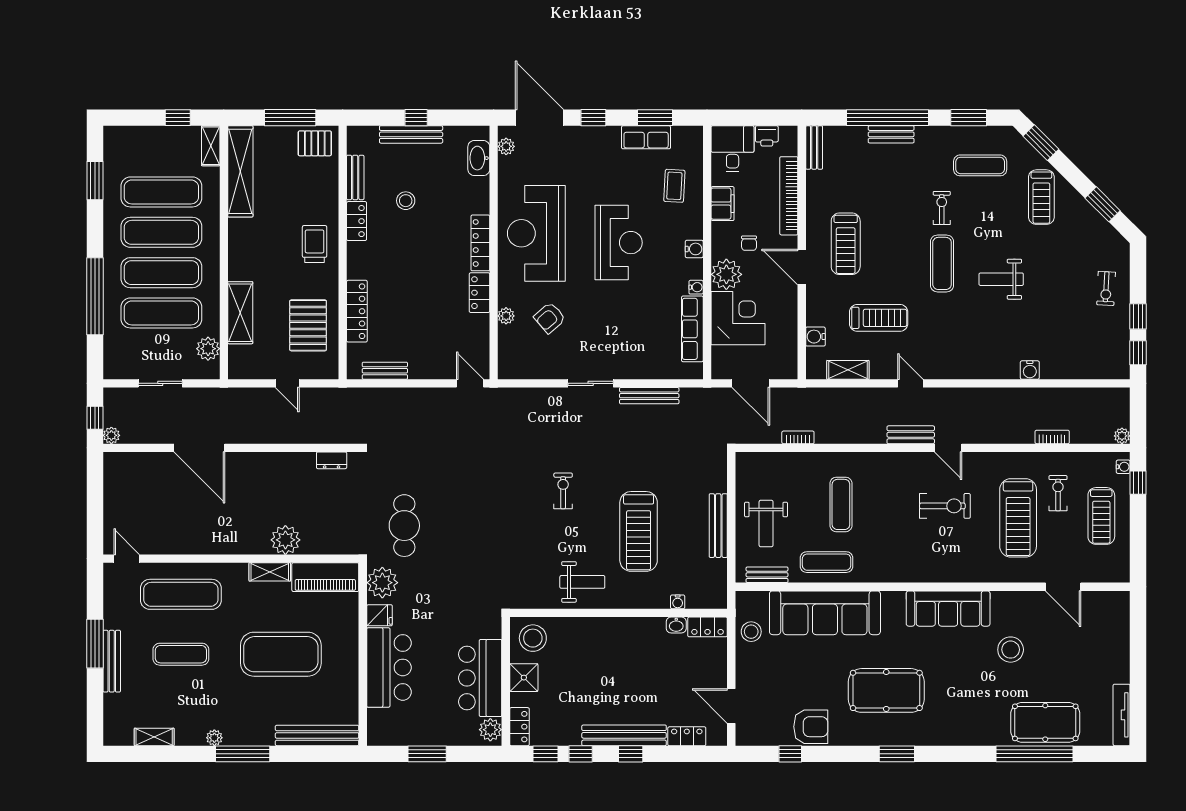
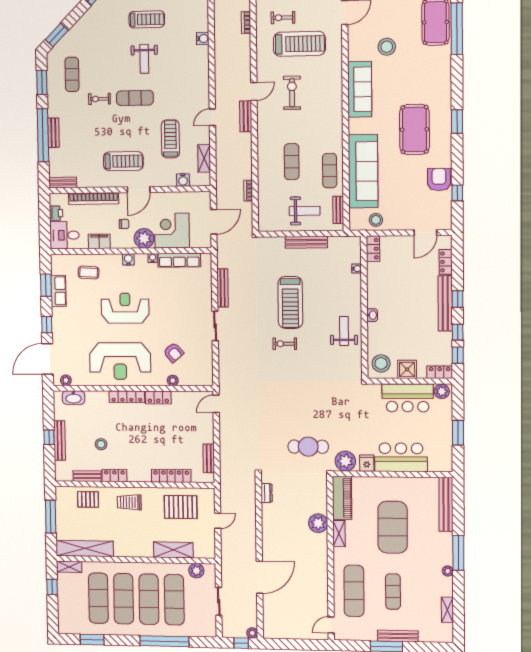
pallet: (315, 143) -> (88, 499), moved, turned 90
treadmill: (1041, 197) -> (147, 19), moved
exercise mat: (841, 504) -> (292, 162), turned 90
treadmill: (639, 531) -> (290, 302), moved, turned 90
washbasin: (676, 625) -> (372, 315), moved

